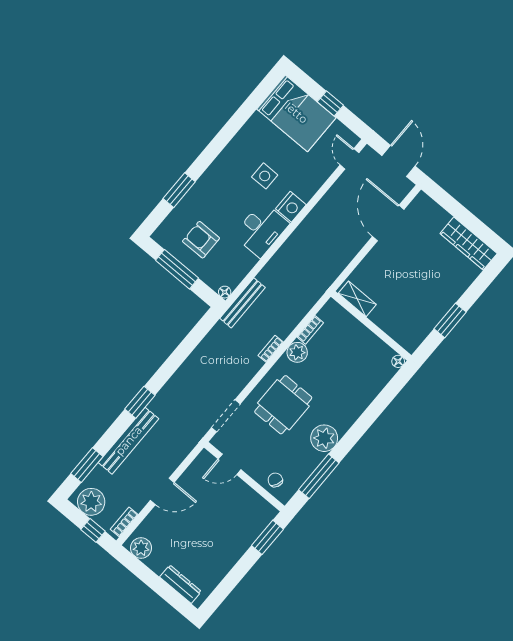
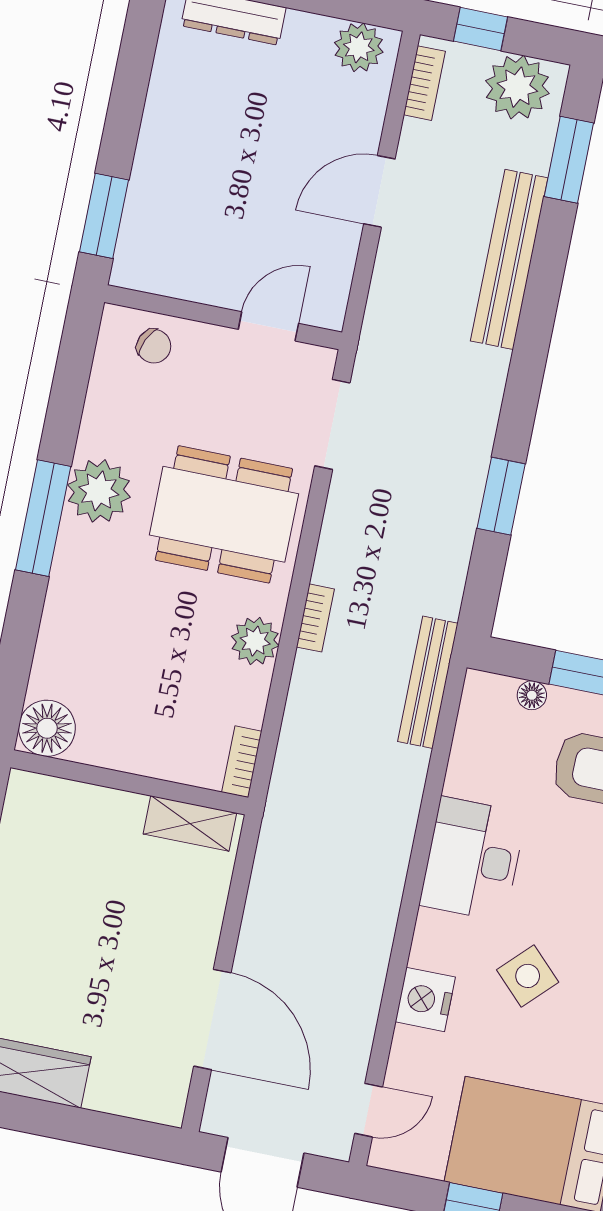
door: (349, 159) -> (369, 1110), hinge flipped
side table: (265, 176) -> (528, 976), turned 45
nightstand: (291, 207) -> (425, 999), moved
floor lamp: (225, 292) -> (532, 695), moved
bookcase: (310, 330) -> (242, 762), moved
floor lamp: (398, 361) -> (47, 728), width x1.89, depth x1.89
window: (140, 402) -> (501, 496), moved
dining table: (283, 405) -> (224, 514), width x1.38
window: (319, 476) -> (43, 518), moved

